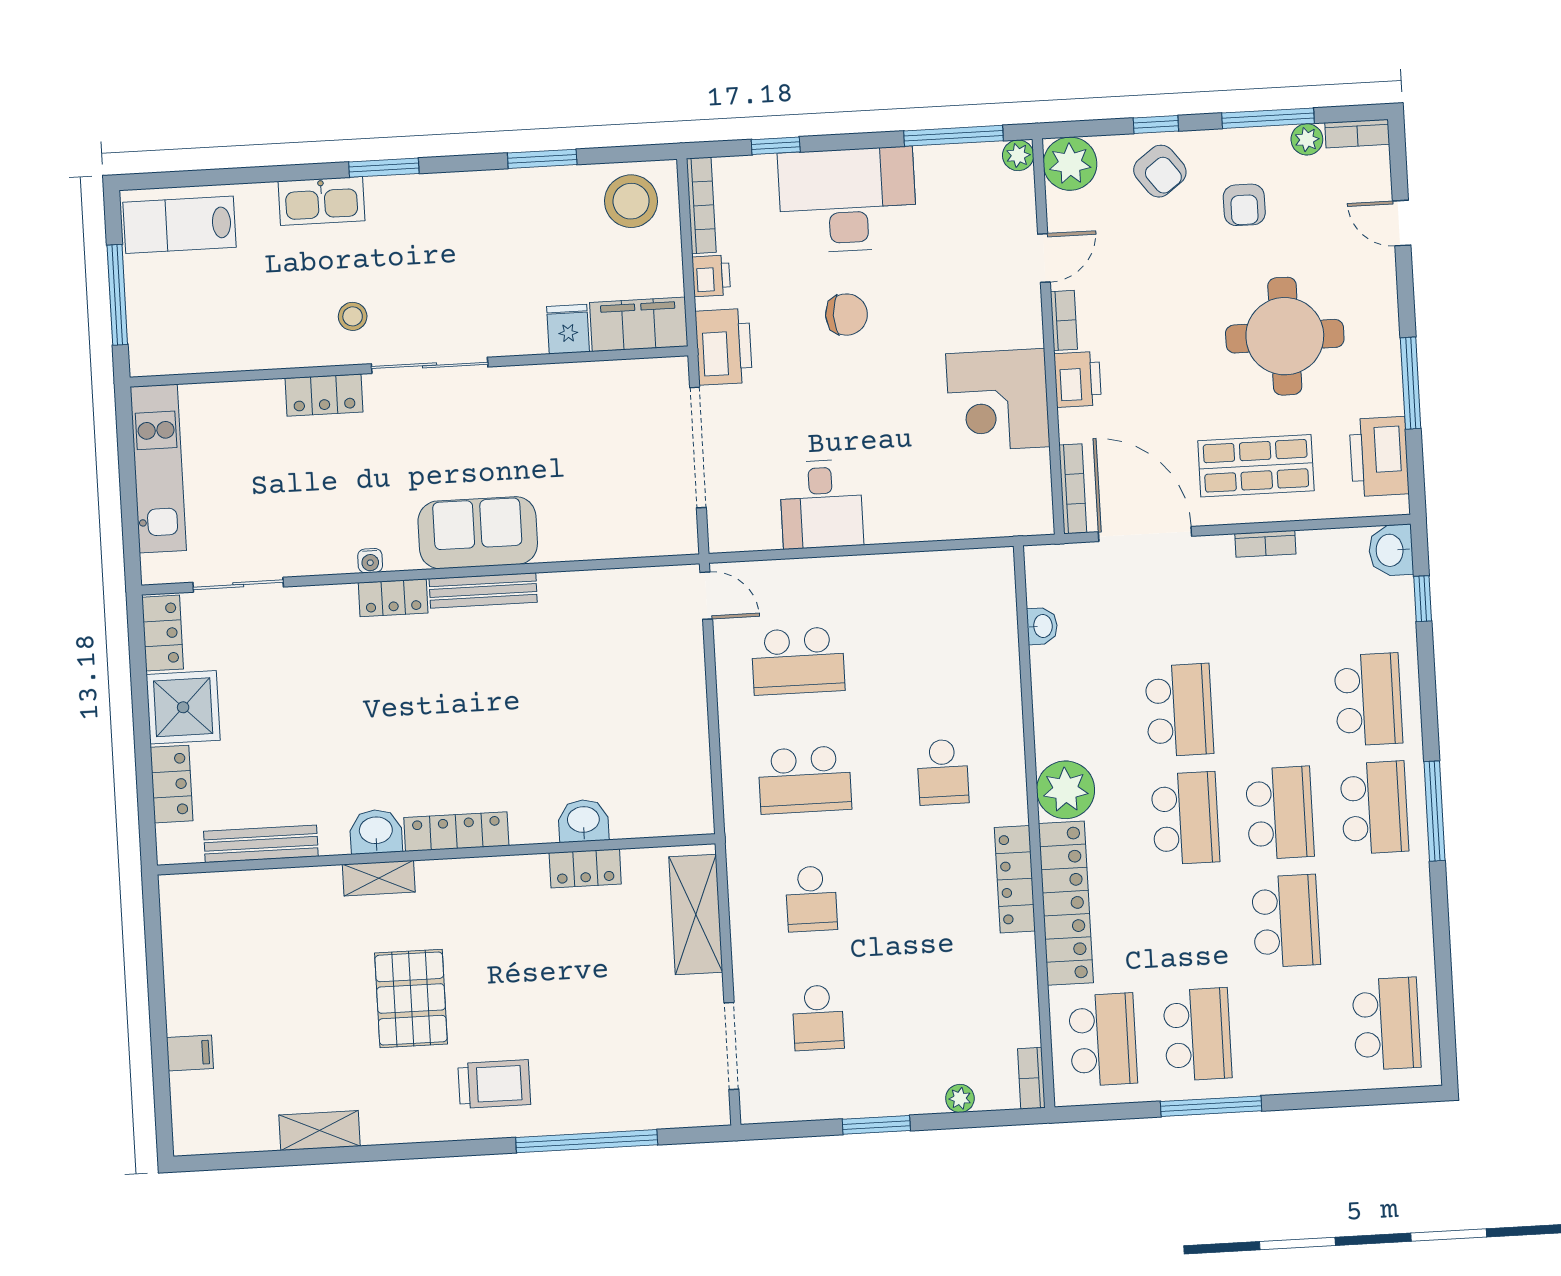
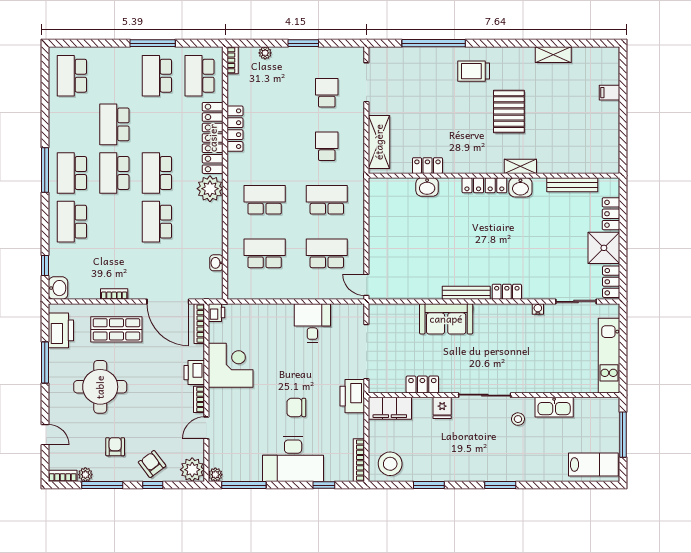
kitchen sink: (321, 201) -> (554, 407), moved, turned 180
printer: (711, 276) -> (217, 313), moved, turned 180
fridge: (568, 329) -> (442, 408), moved
locker: (324, 395) -> (422, 384), moved
sofa: (478, 533) -> (446, 319), moved
water cooler: (370, 561) -> (538, 309), moved
school desk: (936, 653) -> (265, 253), added
school desk: (943, 772) -> (265, 200), width x1.85
locker: (1015, 879) -> (235, 129), moved

